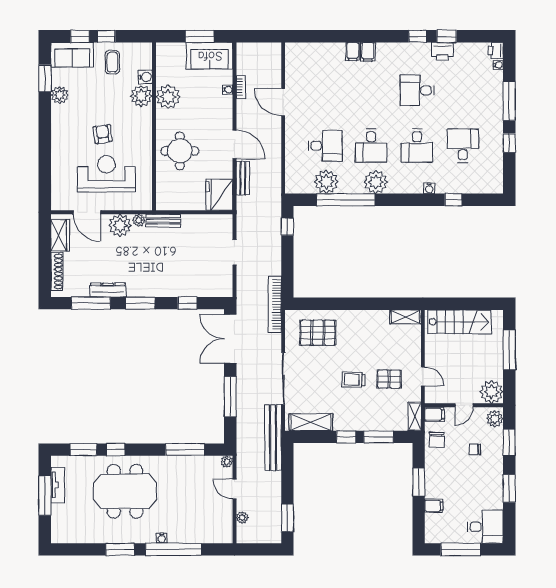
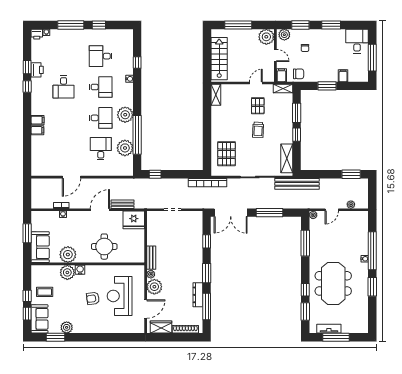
sofa: (210, 56) -> (40, 247), moved
water cooler: (145, 77) -> (80, 270), moved

